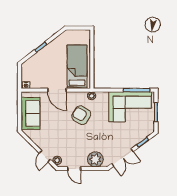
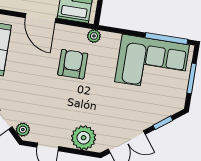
armchair: (81, 115) -> (73, 64), turned 58

